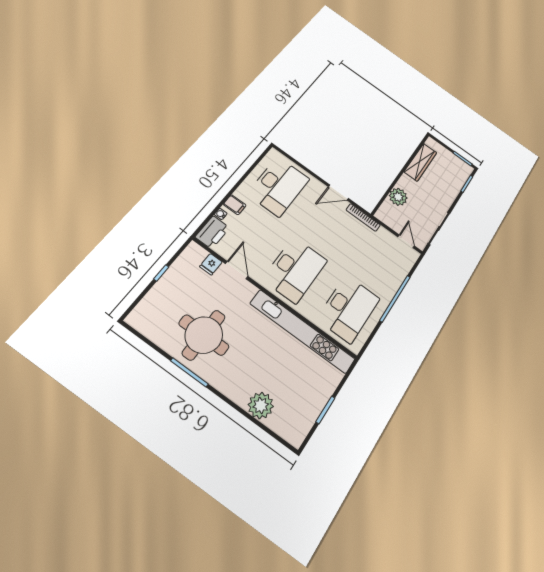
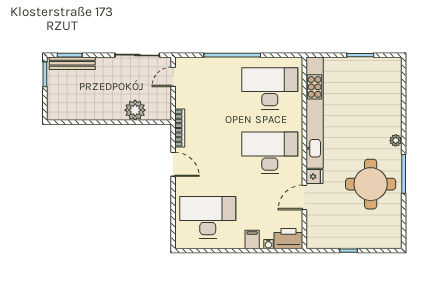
wardrobe: (420, 162) -> (82, 111), removed
bench: (460, 181) -> (72, 63), added
fridge: (211, 264) -> (315, 176), moved
plant: (261, 405) -> (396, 140), moved, width x0.53, depth x0.53

